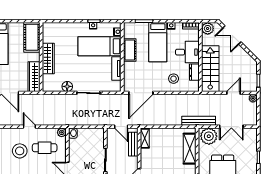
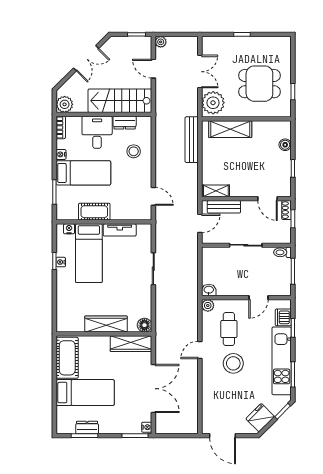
double door: (232, 35) -> (86, 58), moved
cot: (32, 37) -> (67, 358), moved, turned 90
floor lamp: (67, 86) -> (144, 325), moved
door: (141, 93) -> (153, 196), width x0.53
bench: (199, 121) -> (192, 140), moved

